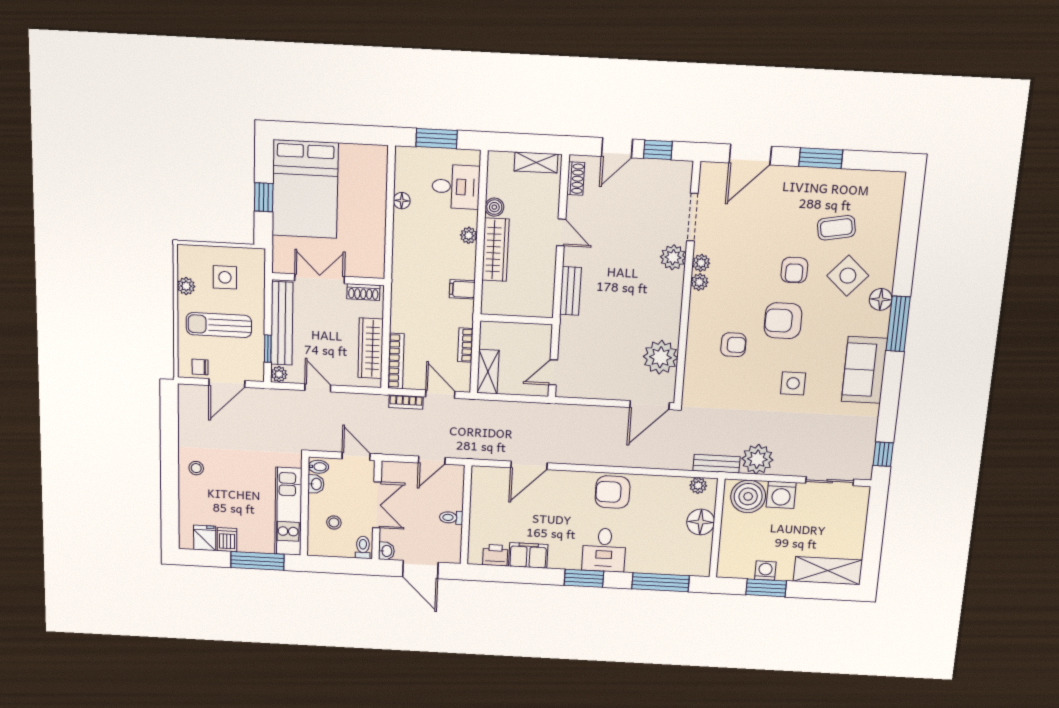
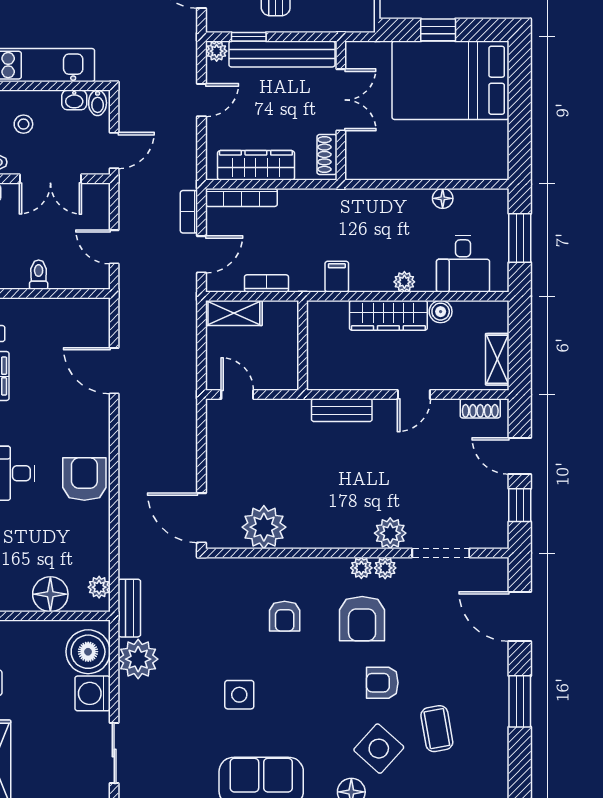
armchair: (783, 321) -> (362, 619), moved, turned 180

